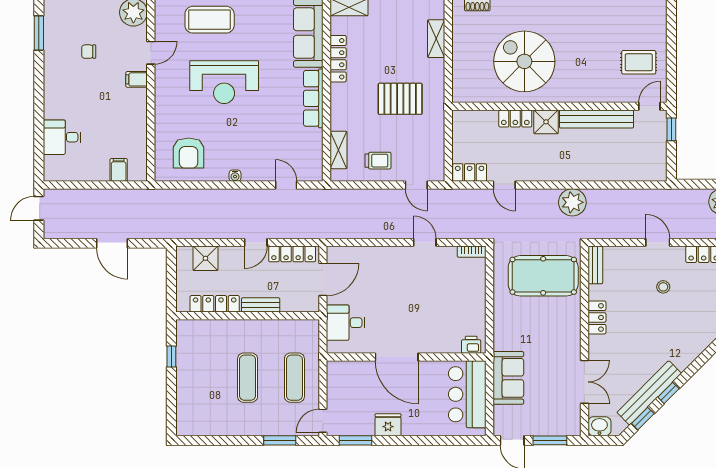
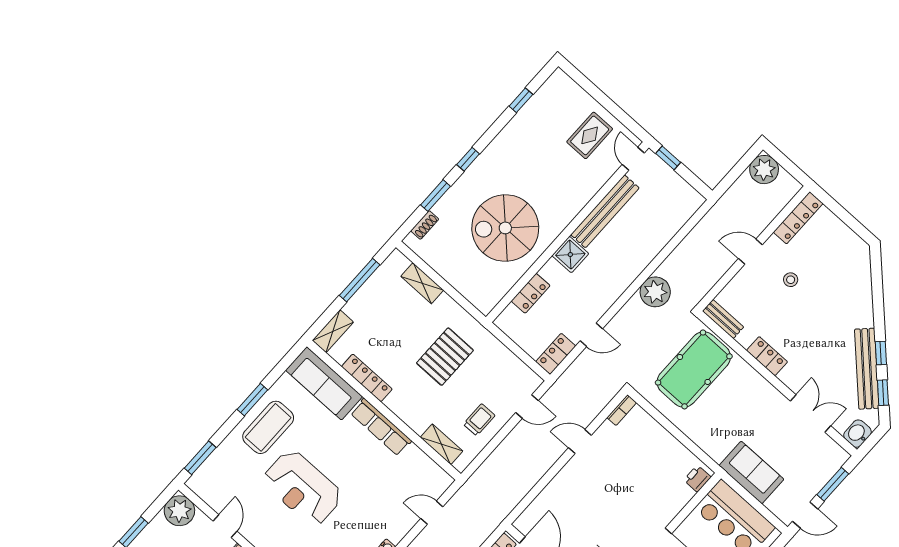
coffee table: (210, 20) -> (268, 427), moved
reception desk: (224, 82) -> (303, 488), turned 90
locker: (515, 118) -> (531, 293), moved

